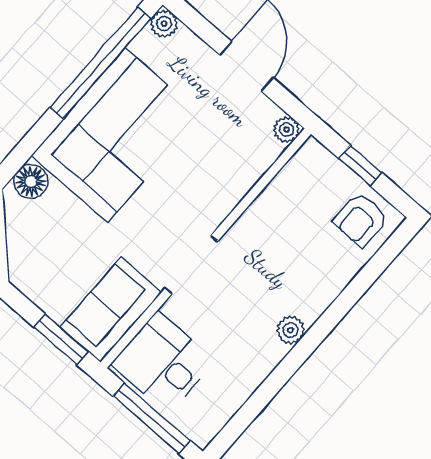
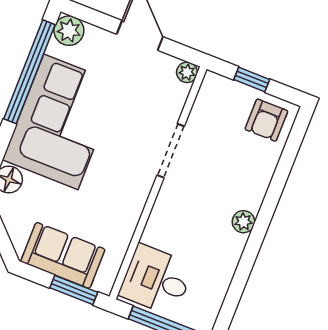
plant: (164, 24) -> (69, 31), width x1.38, depth x1.38
doorway: (191, 265) -> (171, 151), moved
sofa: (111, 310) -> (63, 255), moved, turned 90

